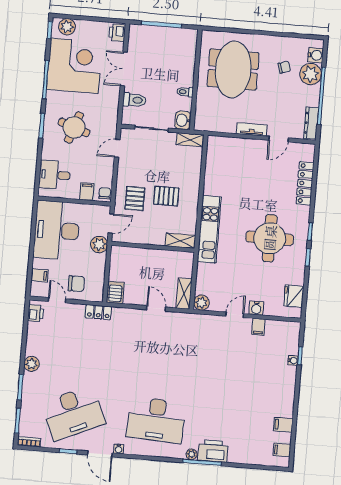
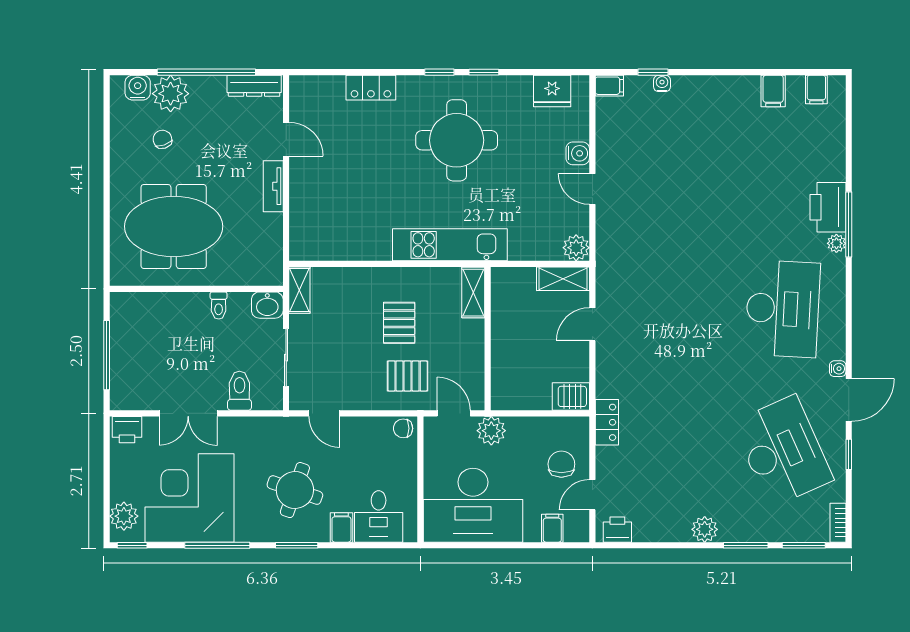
locker: (305, 183) -> (371, 88), width x0.66
filing cabinet: (87, 192) -> (341, 527), moved, turned 90
filing cabinet: (258, 327) -> (609, 86), moved

